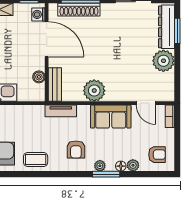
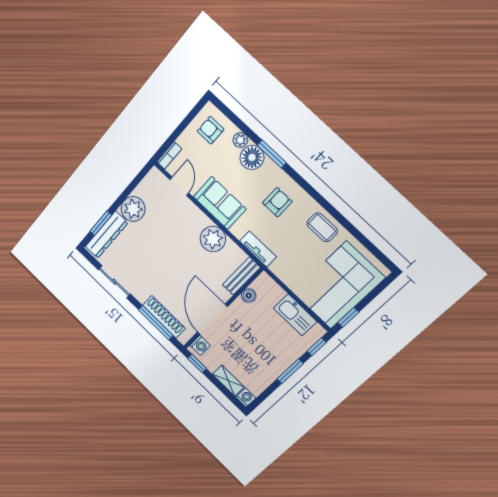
plant: (100, 166) -> (270, 167), removed
floor lamp: (121, 166) -> (252, 157), width x1.89, depth x1.89

